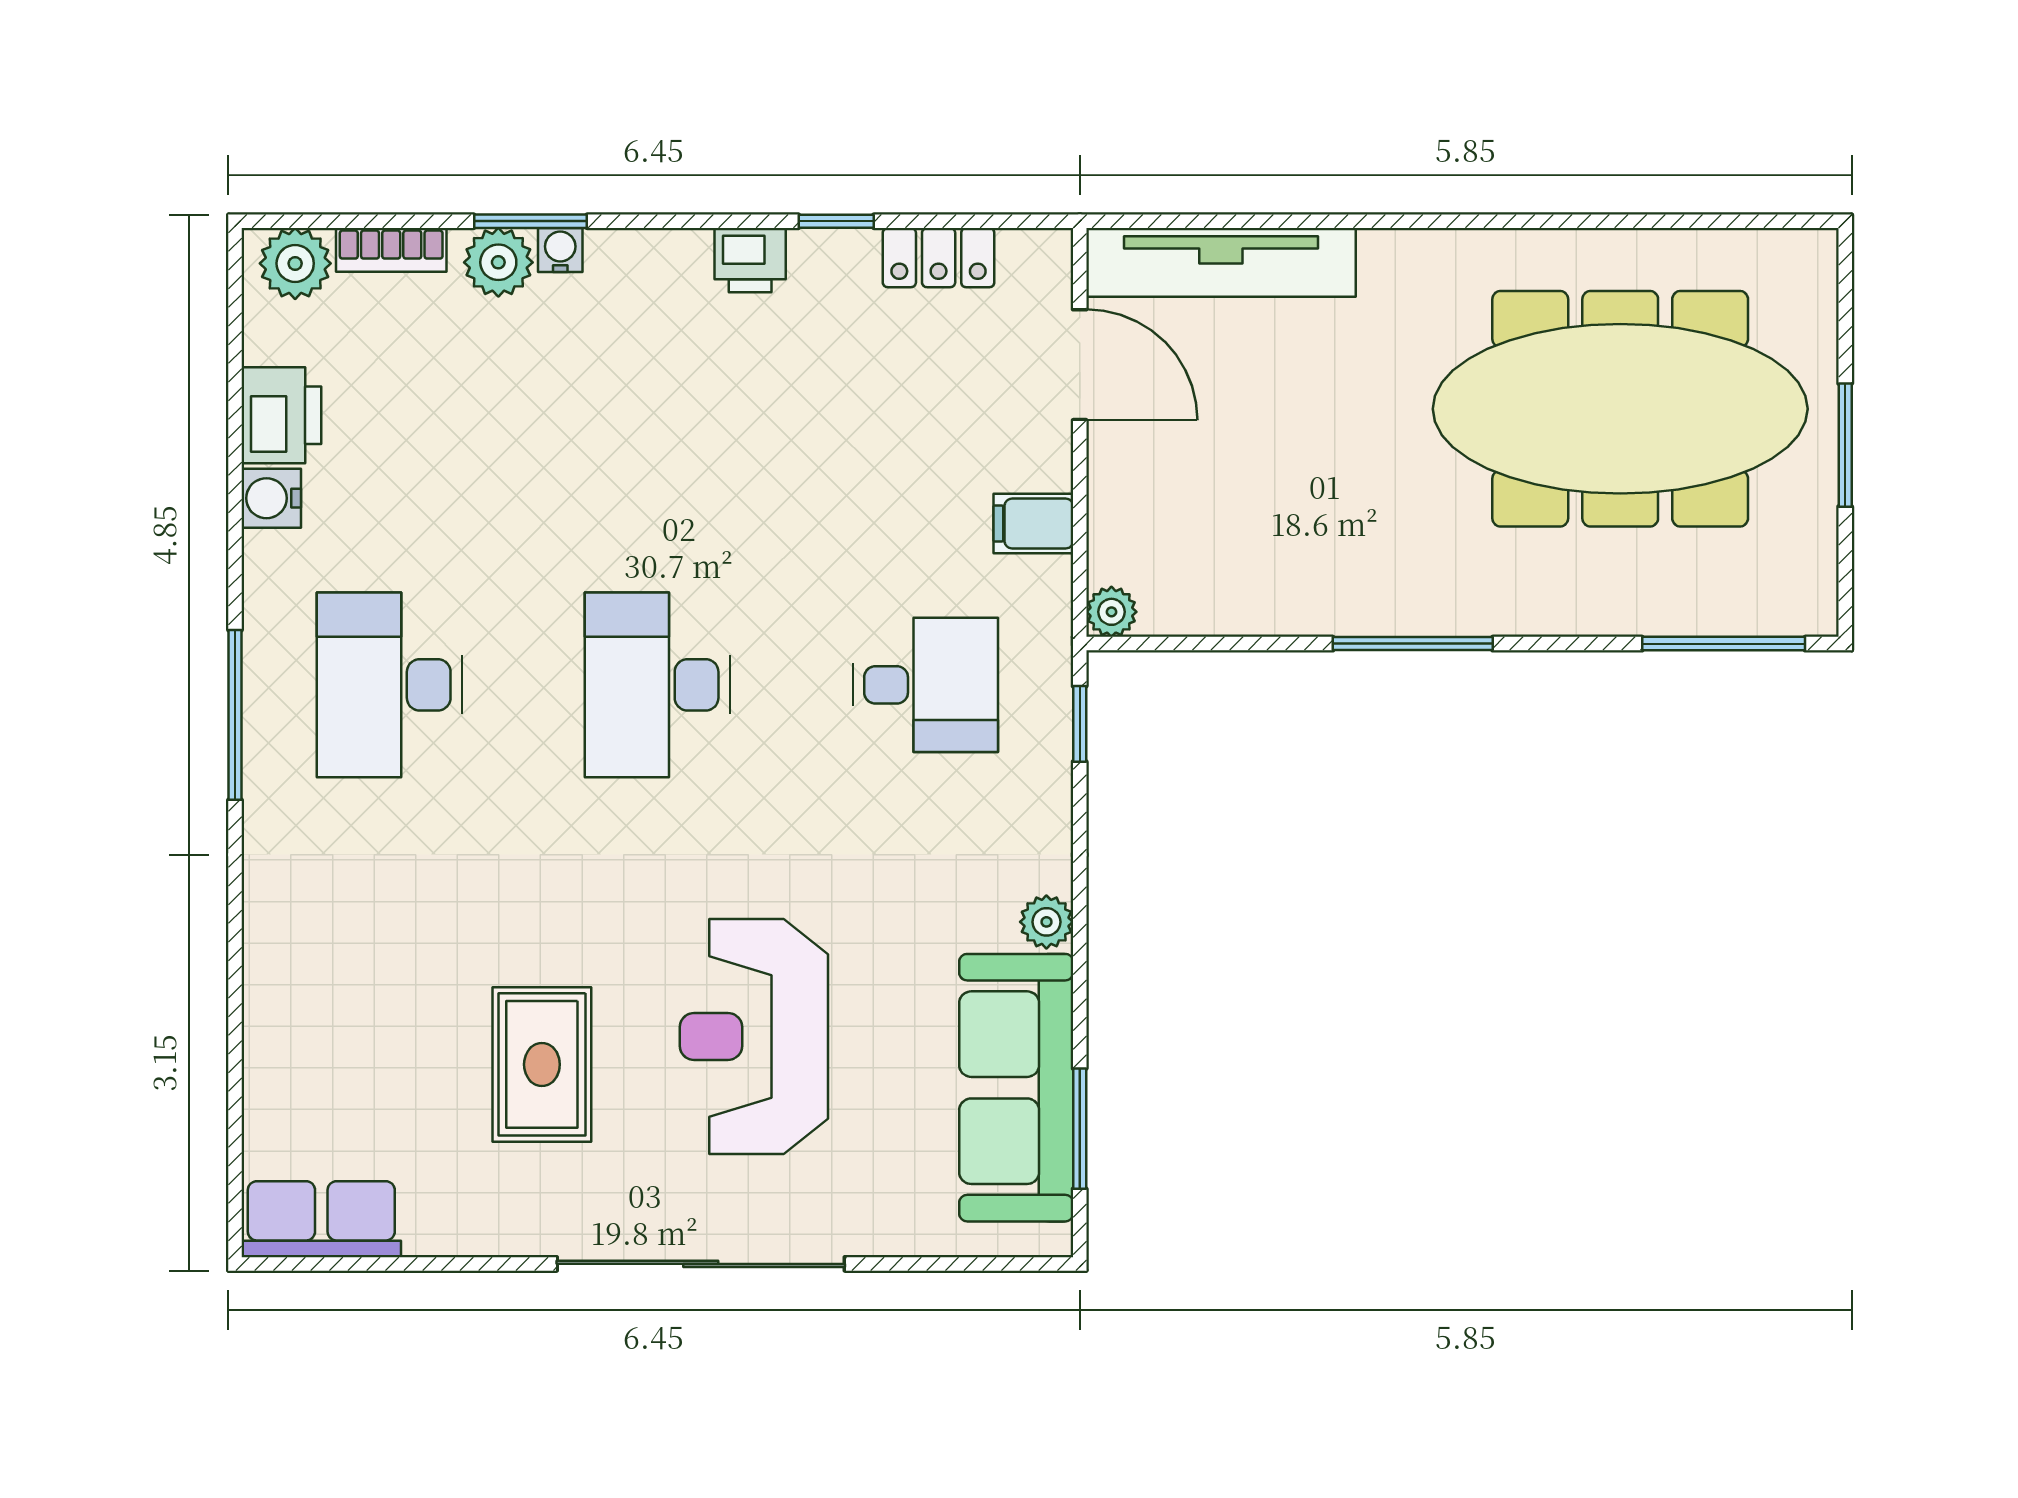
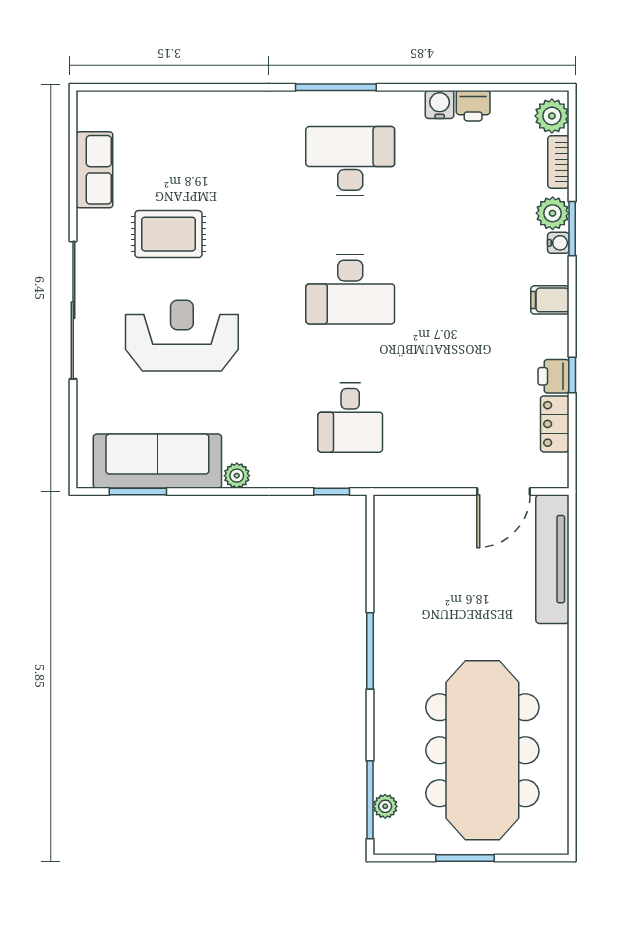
printer: (750, 260) -> (554, 376), moved
printer: (281, 415) -> (473, 106), width x0.73, depth x0.81
filing cabinet: (1033, 524) -> (550, 300), moved, turned -90
plant: (1111, 612) -> (385, 806), moved
desk: (657, 685) -> (350, 289), turned 180
row of seats: (321, 1219) -> (94, 170), moved

